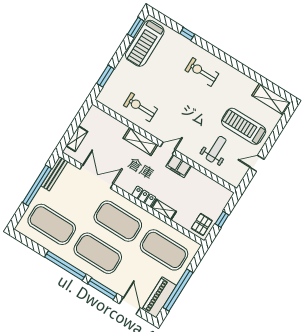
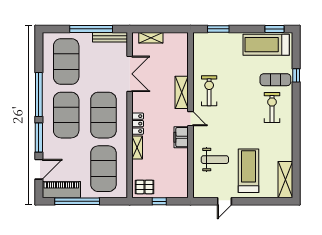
exercise mat: (180, 54) -> (275, 80), added
exercise bike: (140, 107) -> (209, 91), moved
door: (257, 163) -> (224, 201), swing flipped

